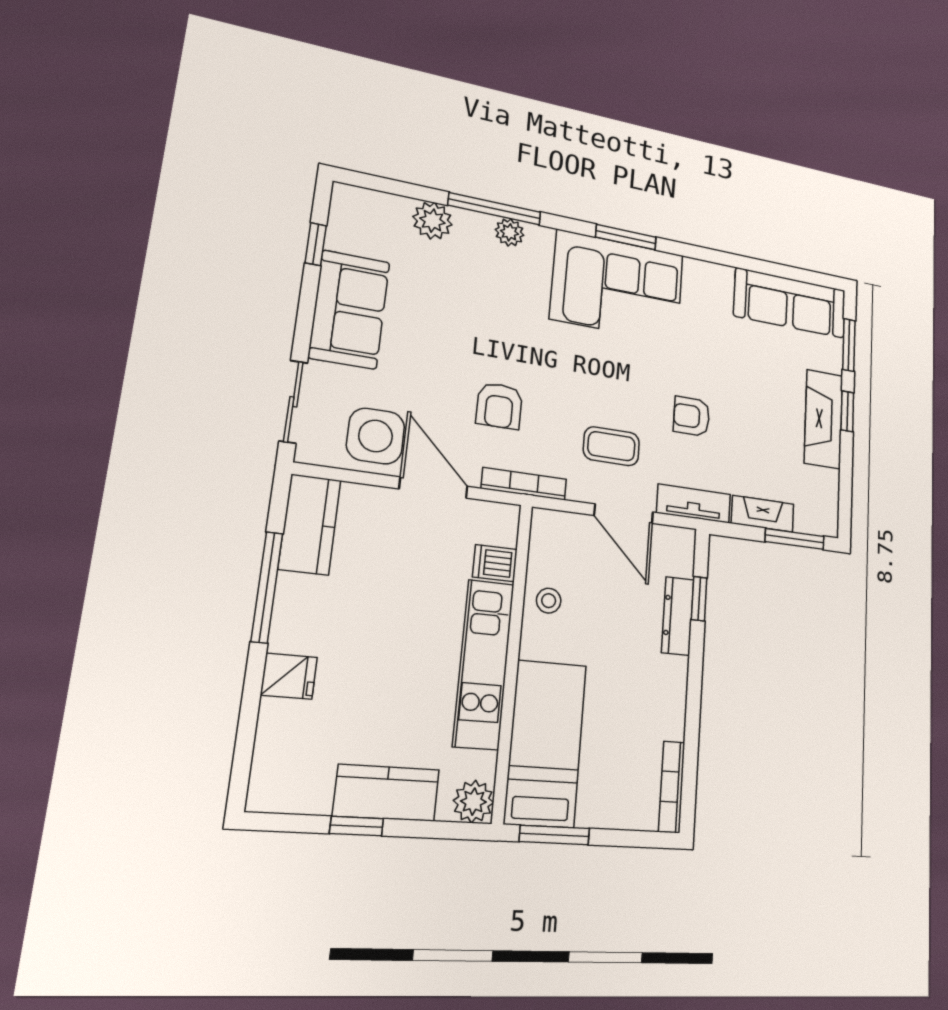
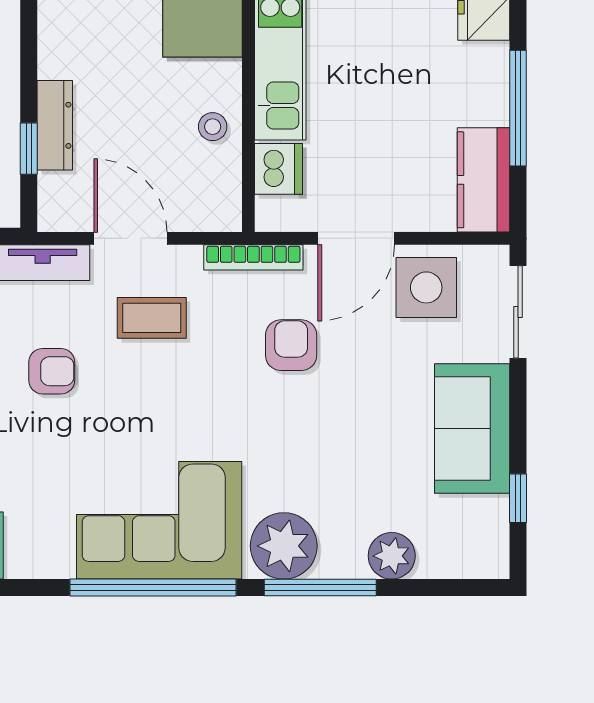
plant: (510, 232) -> (284, 546), width x1.88, depth x1.88
window: (626, 237) -> (153, 588), width x2.11
door: (434, 488) -> (356, 238), hinge flipped
dishwasher: (495, 563) -> (278, 169), width x1.38

